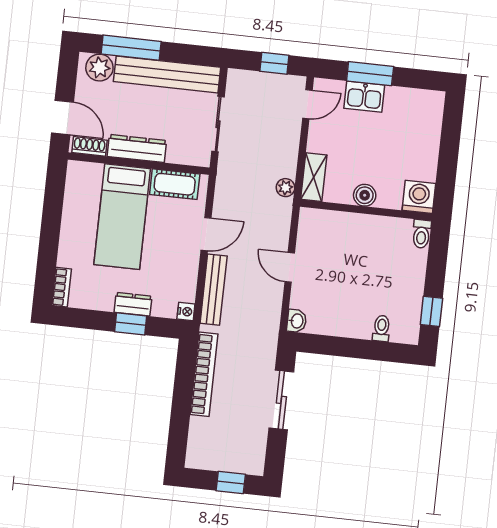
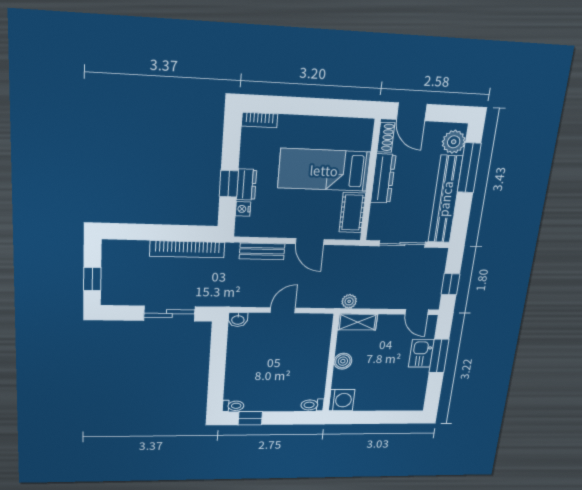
door: (63, 118) -> (412, 112), hinge flipped
bench: (214, 290) -> (262, 251), width x0.73
nightstand: (186, 312) -> (243, 209), moved, turned 90
toilet: (381, 328) -> (233, 406), moved

